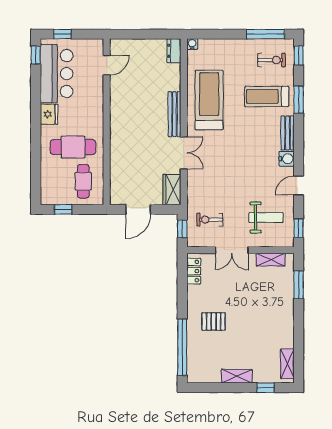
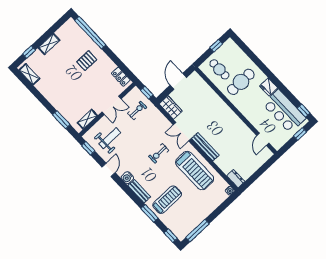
exercise bike: (271, 60) -> (159, 153), moved
weight bench: (266, 217) -> (110, 138), turned 180
double door: (232, 250) -> (112, 105), swing flipped

